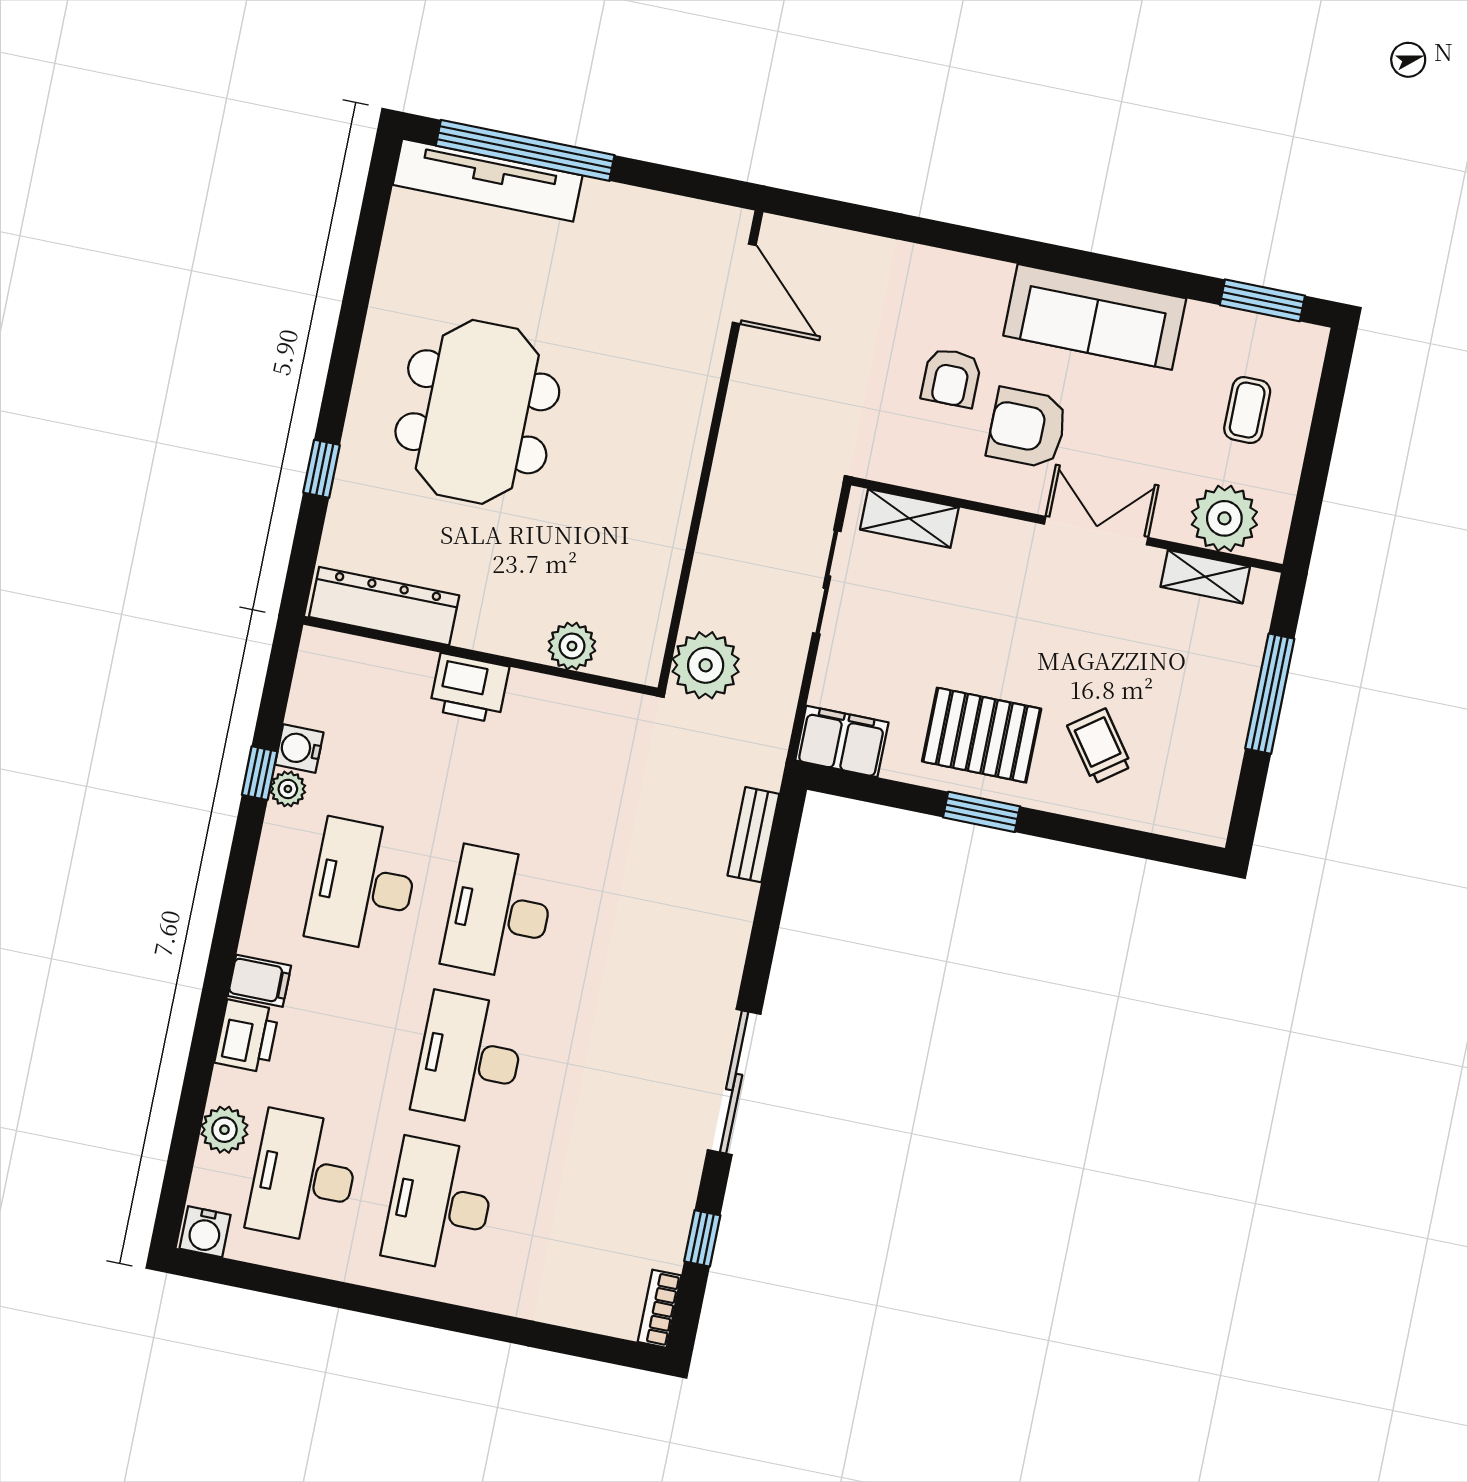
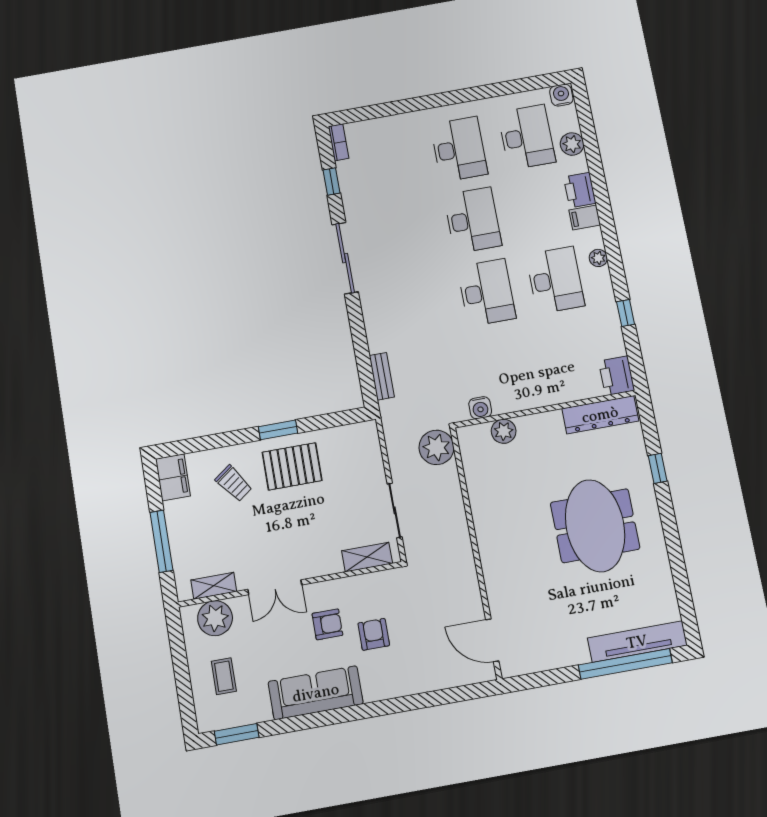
armchair: (1027, 428) -> (327, 624), width x0.72, depth x0.72
printer: (469, 688) -> (617, 376), moved, turned -90
filing cabinet: (842, 741) -> (173, 477), moved, turned -90
water cooler: (299, 748) -> (480, 408), moved, turned 90
plant: (288, 789) -> (598, 258), moved

